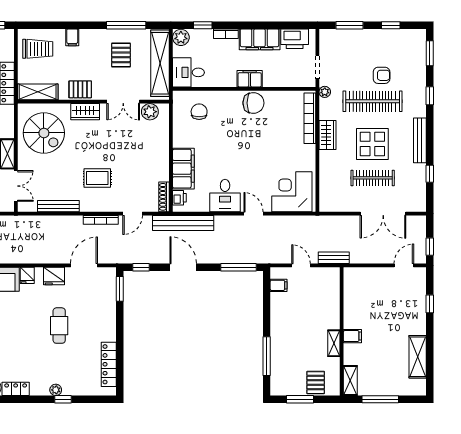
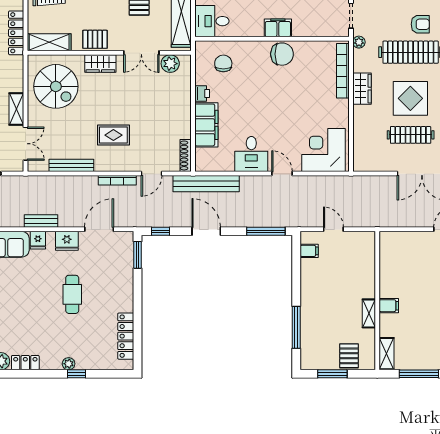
printer: (179, 198) -> (202, 93), moved
bench: (334, 258) -> (41, 221), moved

